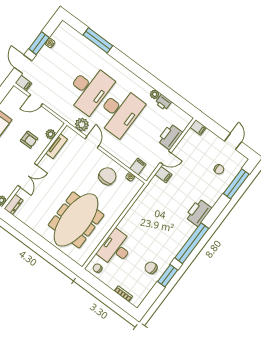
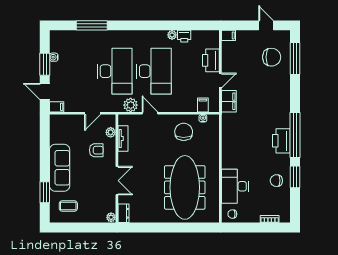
door: (36, 100) -> (93, 113), moved
chair: (219, 169) -> (272, 57), width x1.87, depth x1.87
filing cabinet: (163, 174) -> (229, 101), width x2.00
printer: (198, 213) -> (281, 141), moved

